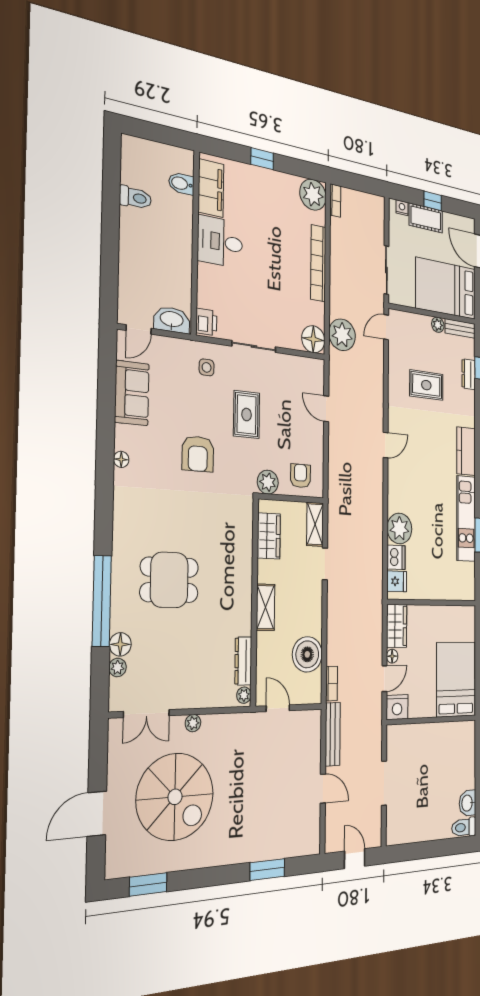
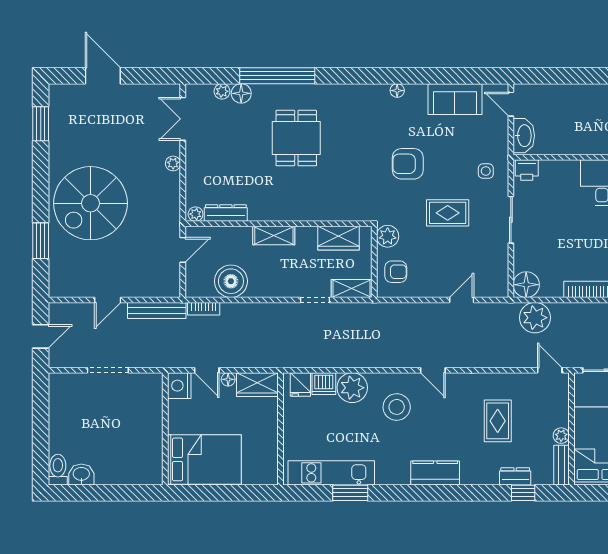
stool: (415, 485) -> (397, 407), added
kitchen unit: (466, 519) -> (331, 473), moved
spiral stairs: (175, 797) -> (90, 203), moved

